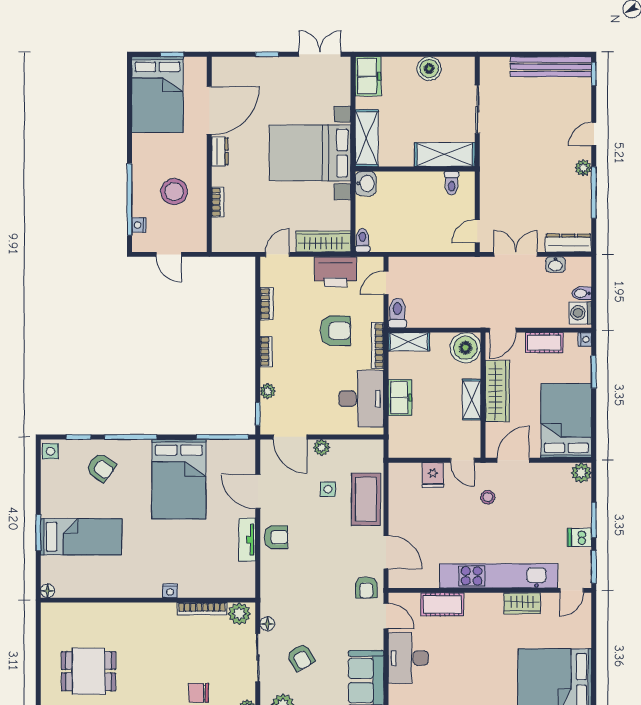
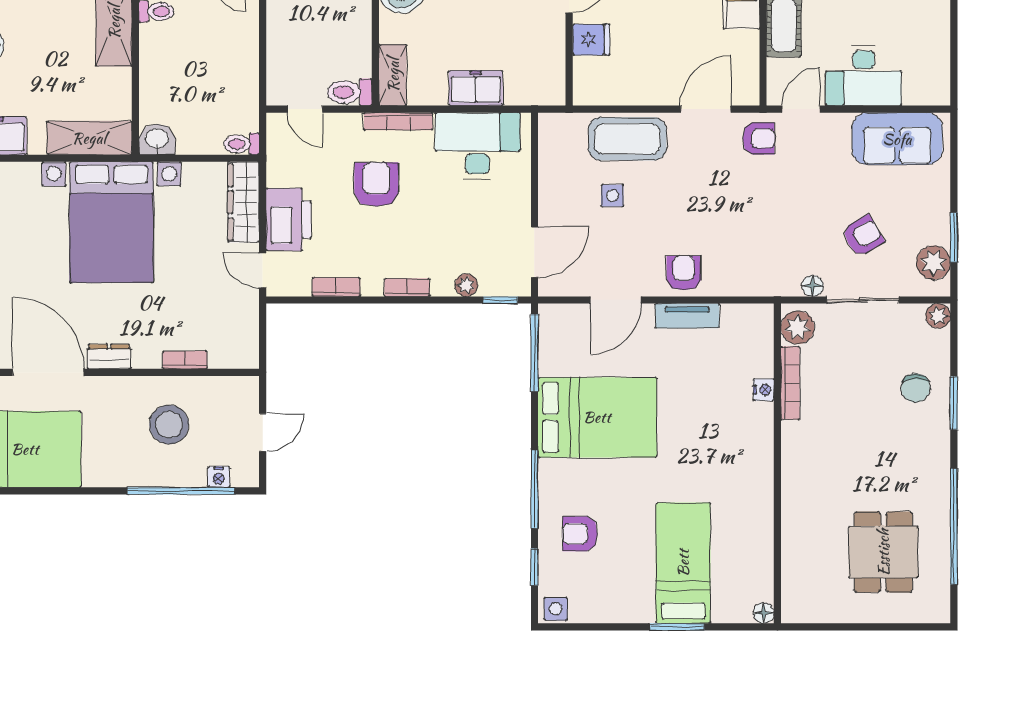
printer: (336, 272) -> (289, 220), moved
plant: (322, 447) -> (550, 205), removed
armchair: (101, 468) -> (580, 534), turned -126
nightstand: (170, 591) -> (764, 390), moved

